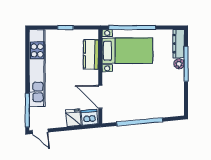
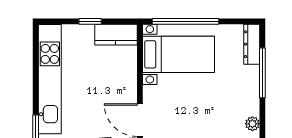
kitchen counter: (91, 54) -> (116, 35), moved, turned -90
plant: (179, 64) -> (252, 124), moved

